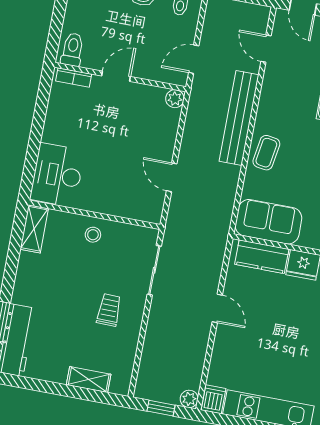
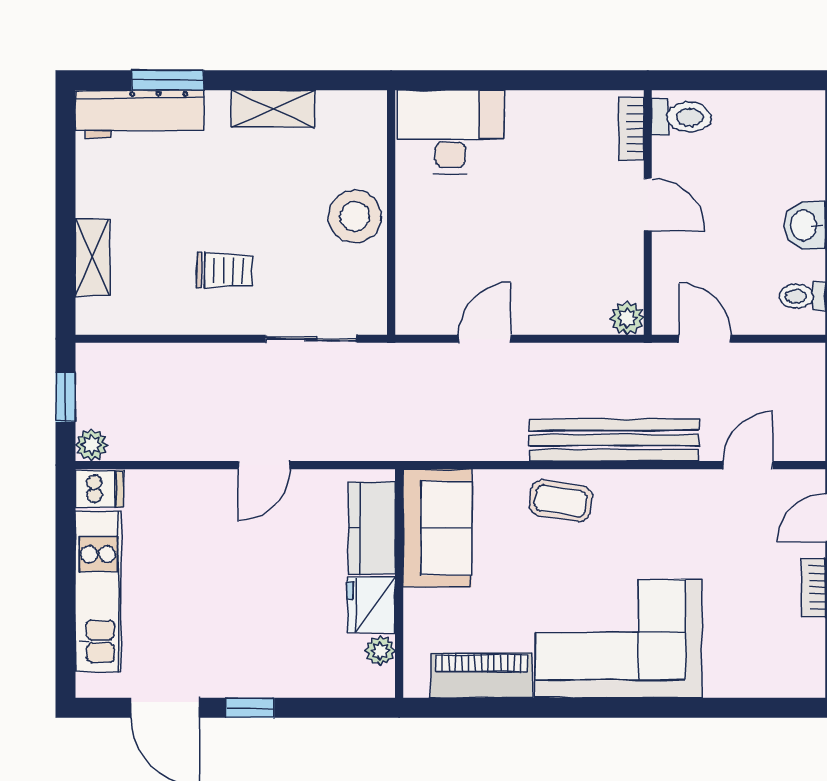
shelving: (34, 229) -> (273, 109), moved
stool: (93, 235) -> (355, 216), width x1.89, depth x1.89

